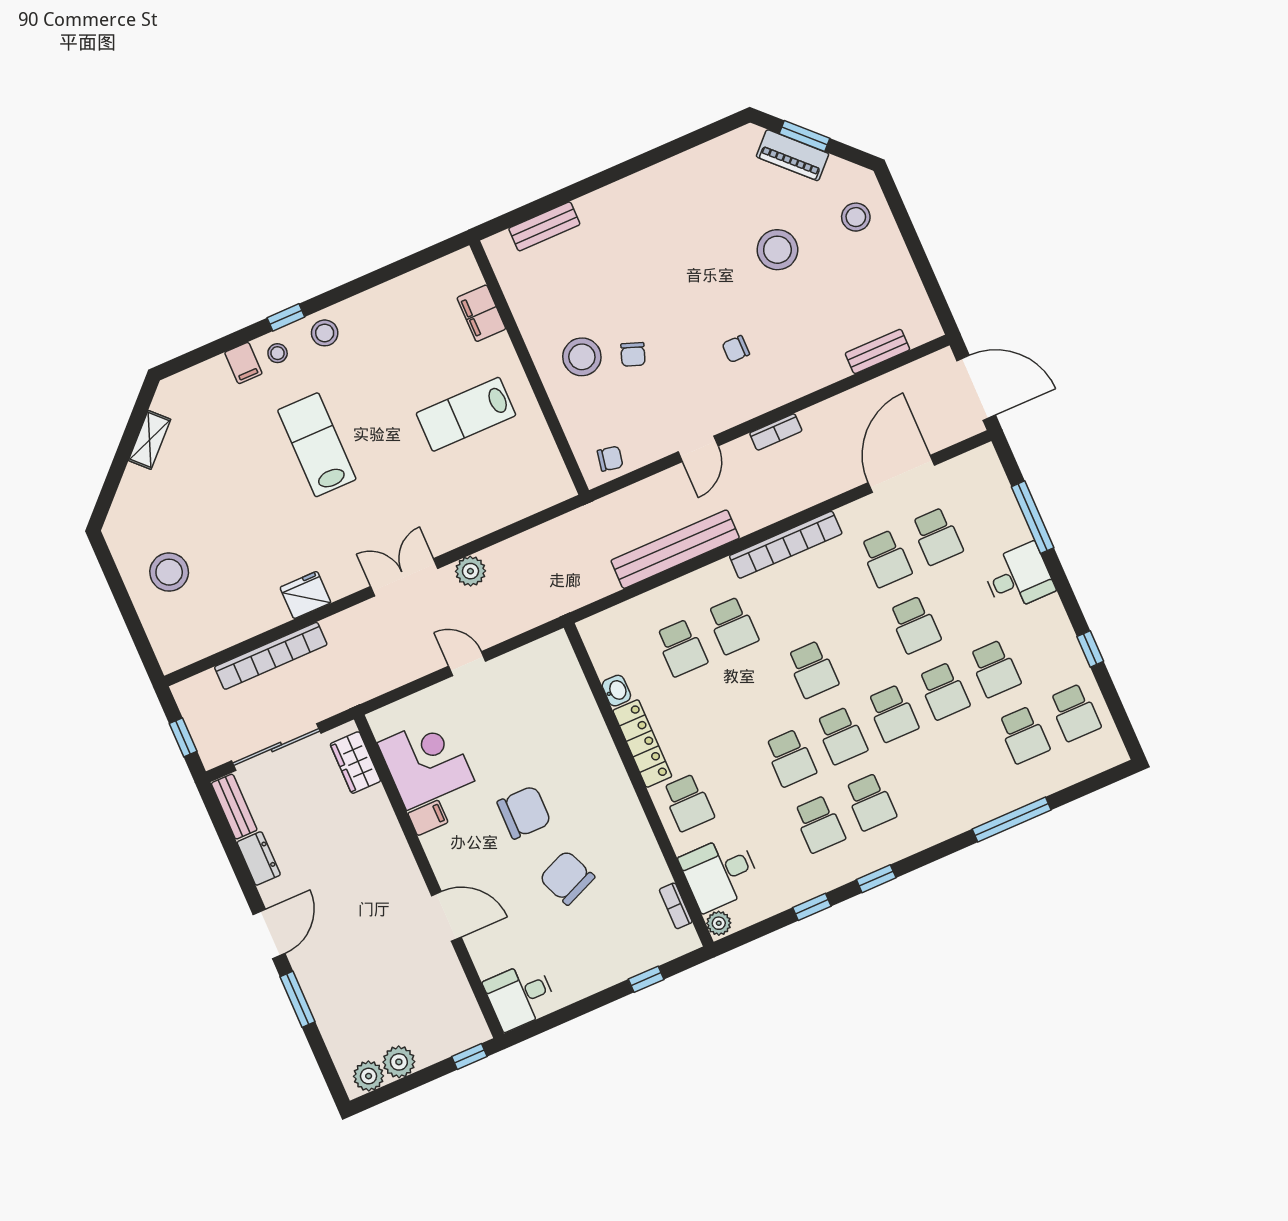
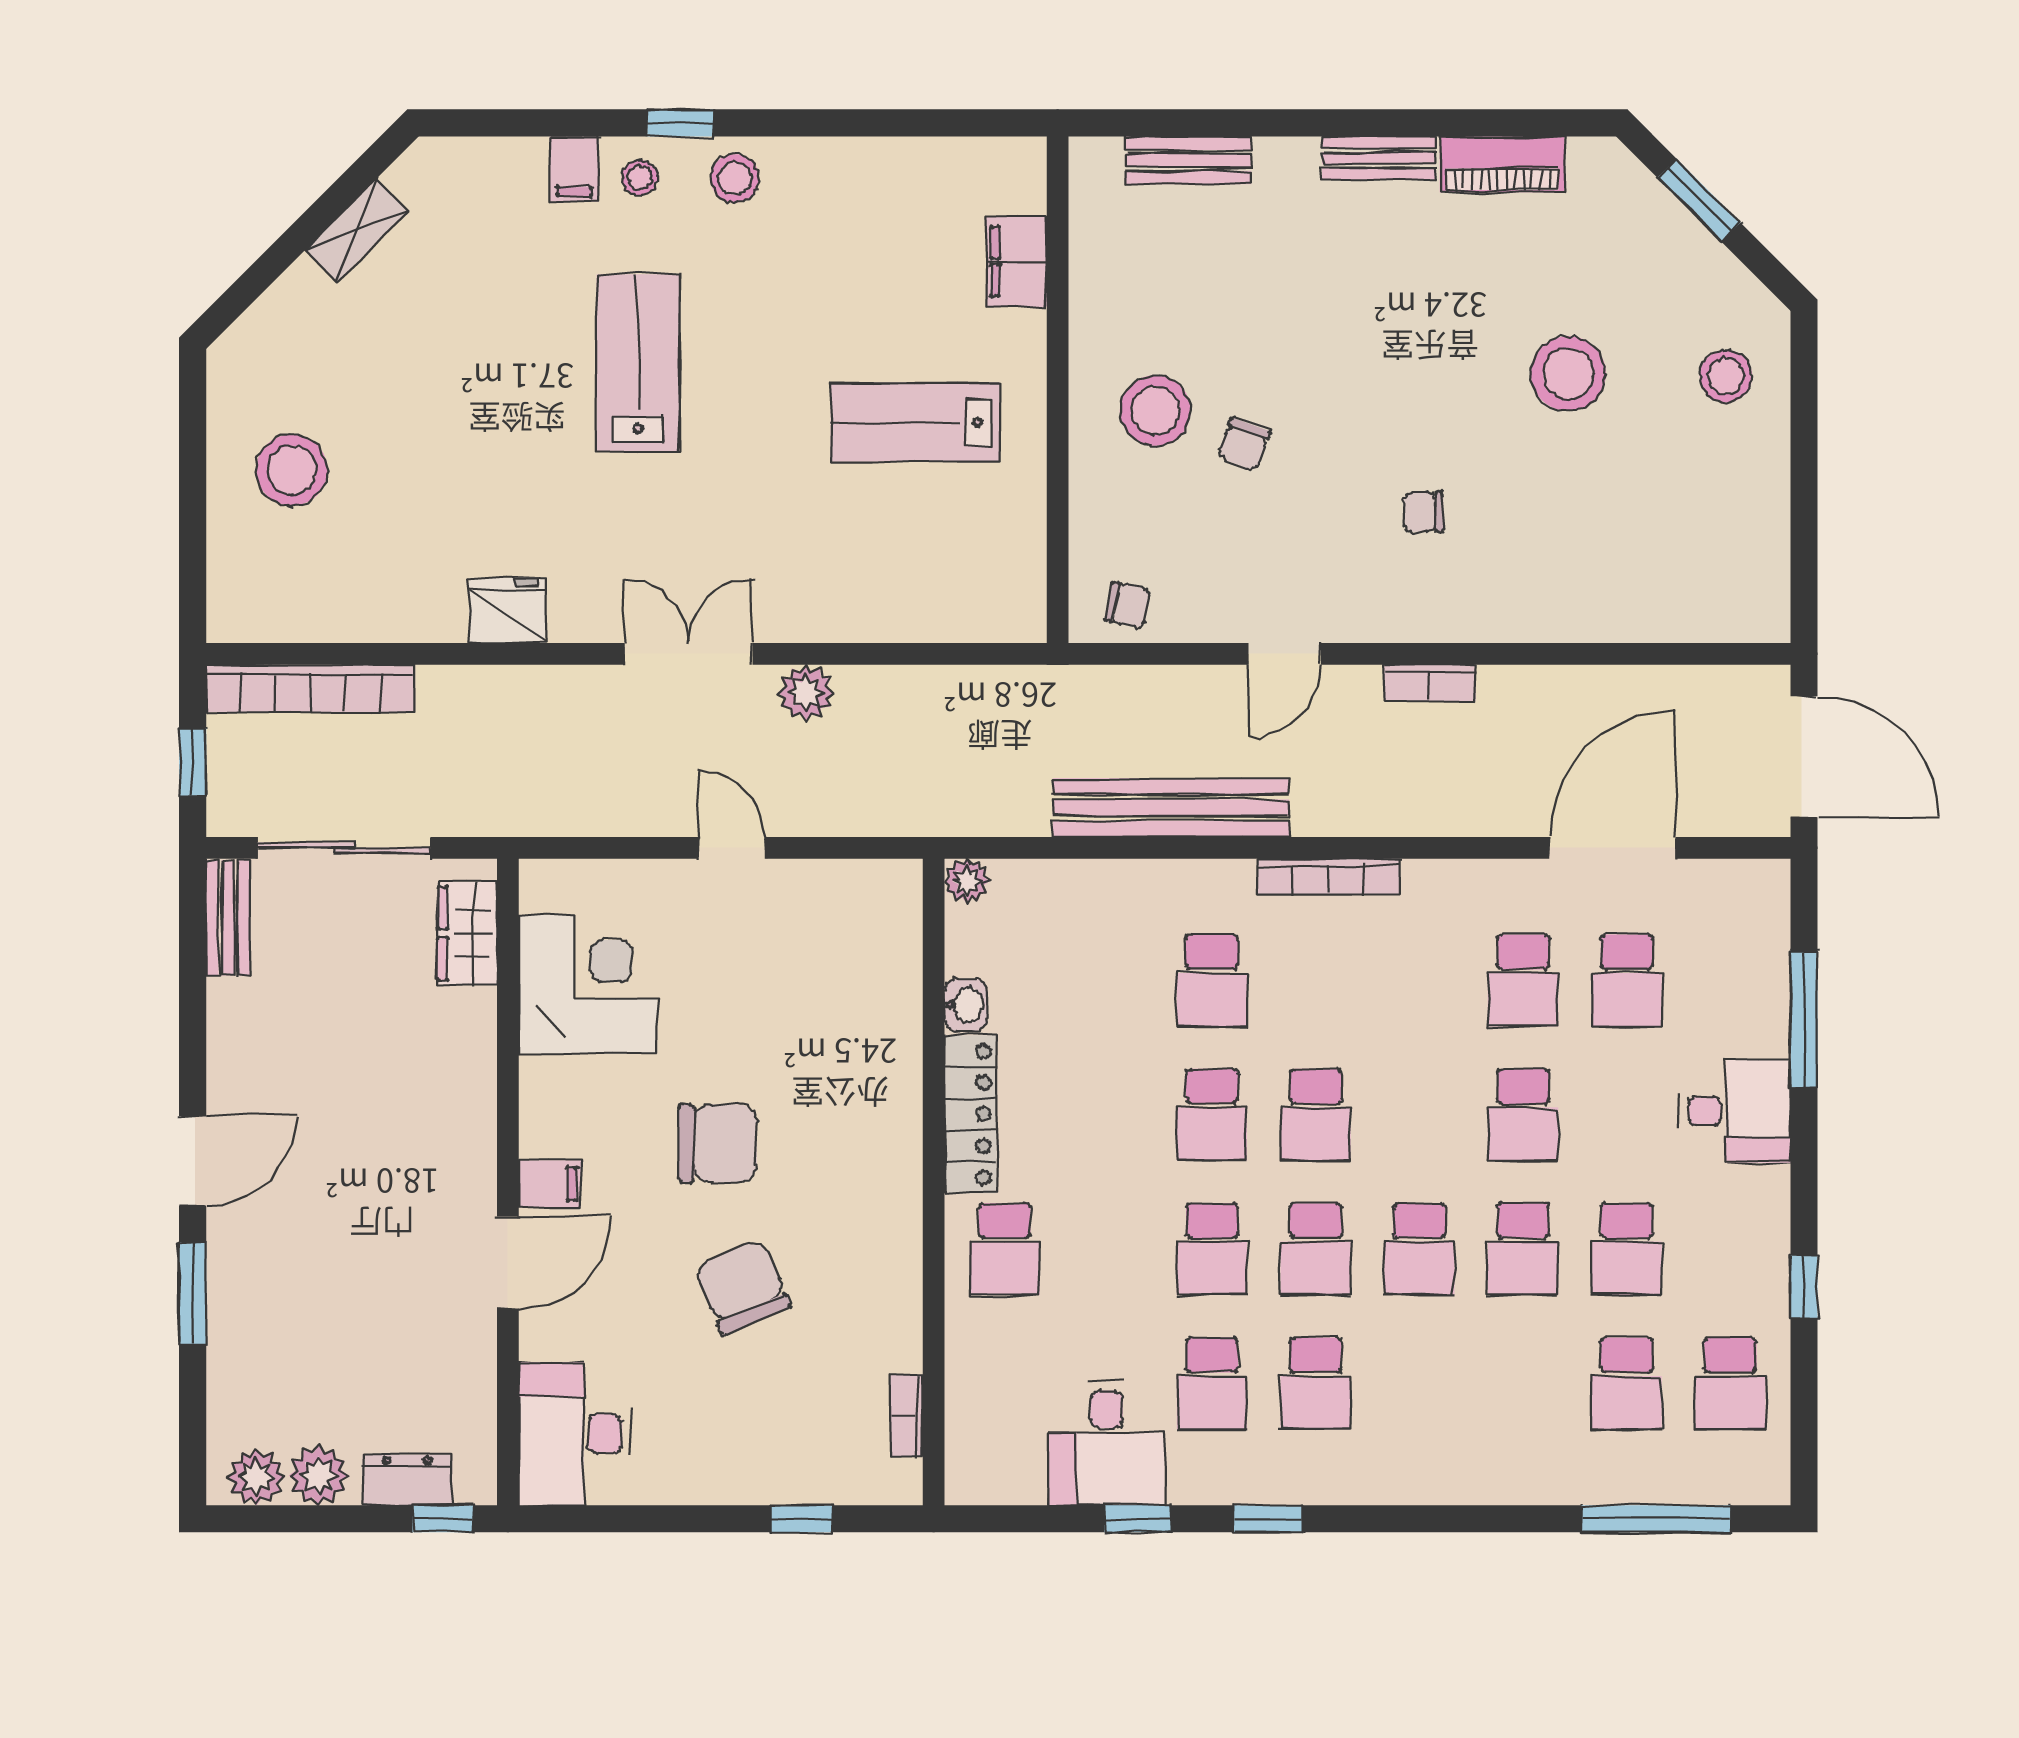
piano: (793, 155) -> (1502, 164), moved, turned -45
bench: (877, 351) -> (1379, 158), moved
bookcase: (786, 545) -> (1329, 877), width x0.68, depth x0.76
school desk: (681, 648) -> (1212, 1115), moved
bookcase: (271, 656) -> (311, 688), moved
filing cabinet: (428, 818) -> (550, 1184), moved
window: (1012, 820) -> (1656, 1519), moved
dresser: (259, 858) -> (407, 1480), moved, turned -90
desk: (720, 873) -> (1107, 1443), moved, turned -90
door: (446, 916) -> (508, 1263), hinge flipped
plant: (719, 923) -> (967, 881), moved
desk: (520, 996) -> (575, 1434), width x1.37

